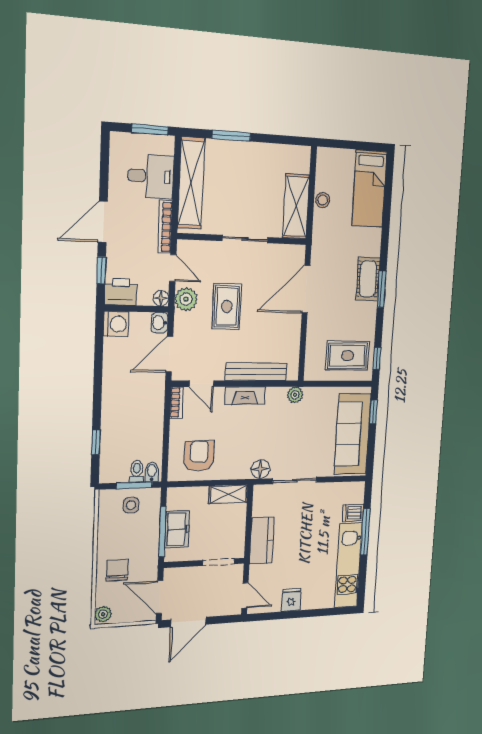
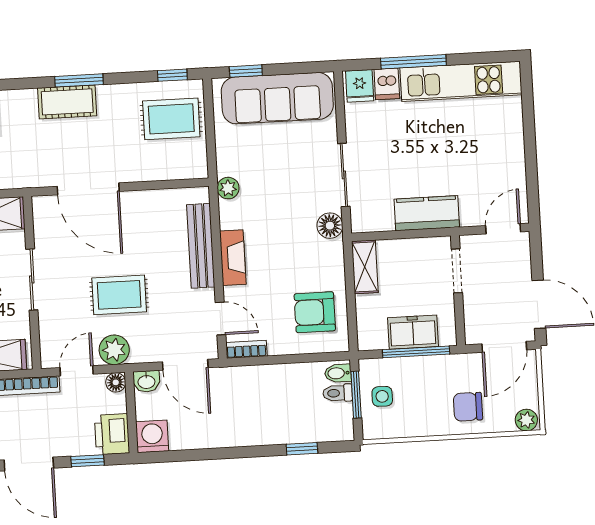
rug: (348, 356) -> (171, 119), turned 90
door: (202, 384) -> (220, 318), hinge flipped
fridge: (291, 600) -> (360, 86), moved, turned -90

